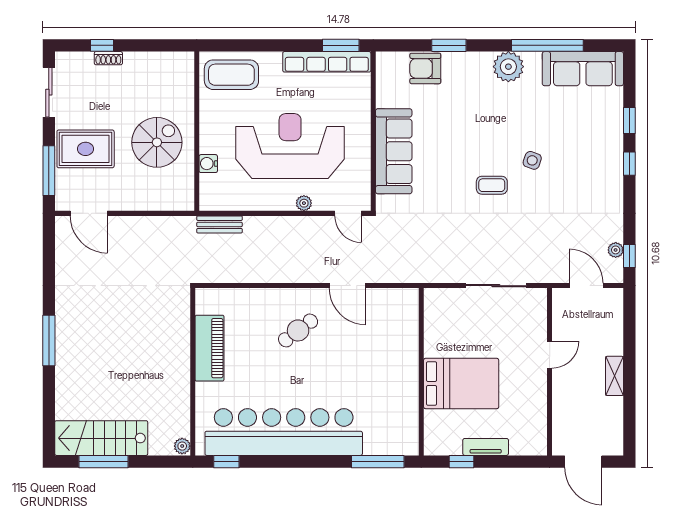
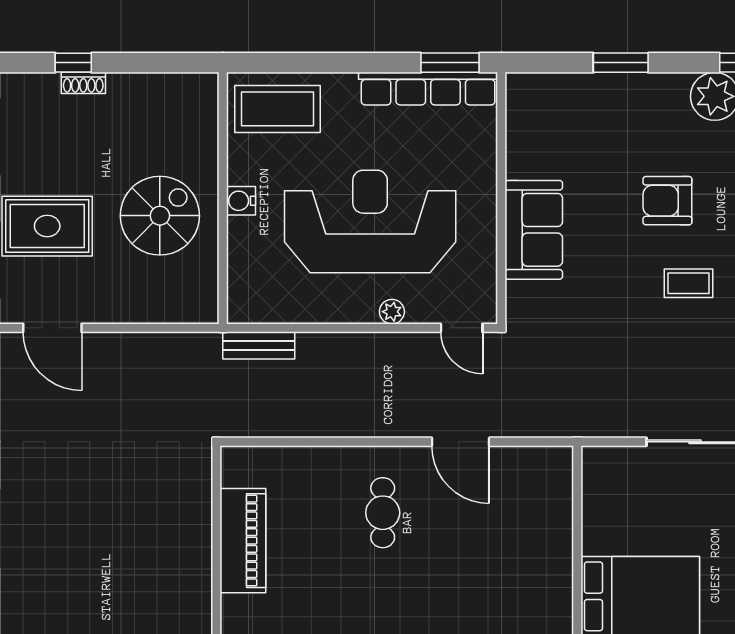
armchair: (425, 68) -> (667, 201), moved
sofa: (394, 151) -> (534, 230), width x0.73
water cooler: (208, 164) -> (241, 201), moved
cafe table: (298, 330) -> (383, 513), turned -53

